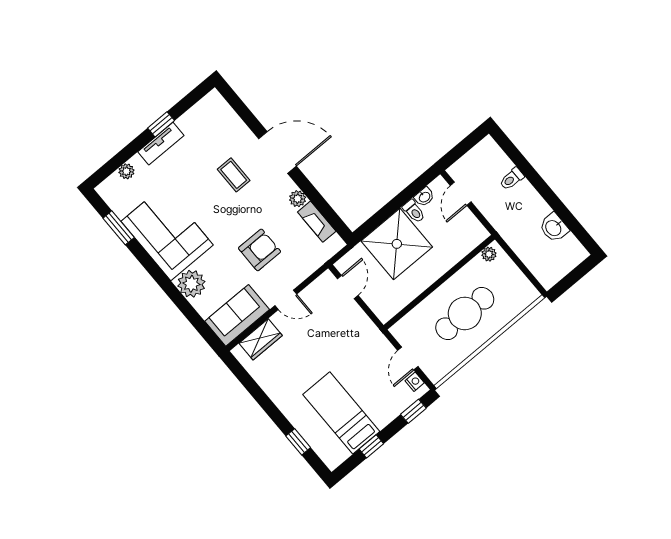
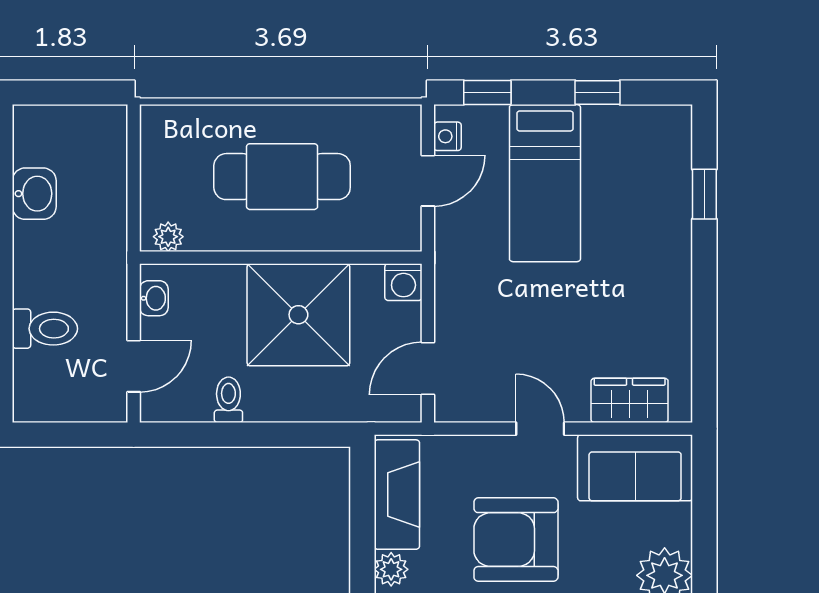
toilet: (512, 179) -> (45, 329), width x1.37, depth x1.39
washbasin: (424, 197) -> (154, 298), moved, turned 90
fireplace: (317, 222) -> (397, 495), width x1.37, depth x1.32
shower: (397, 244) -> (298, 315), moved
armchair: (260, 250) -> (516, 540), width x1.36, depth x1.36
washing machine: (385, 312) -> (403, 282), added
bed: (341, 413) -> (545, 183), moved

